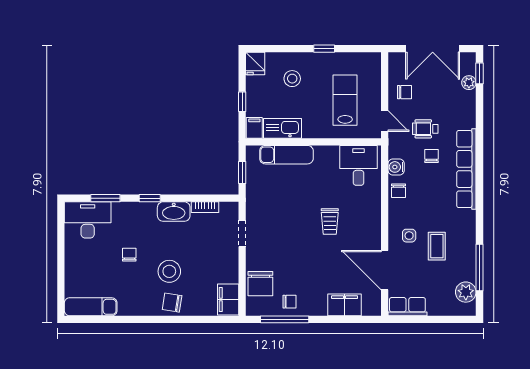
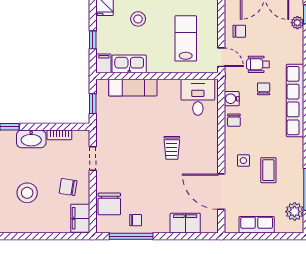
chair: (172, 303) -> (68, 187), moved
row of seats: (407, 307) -> (257, 225), moved

